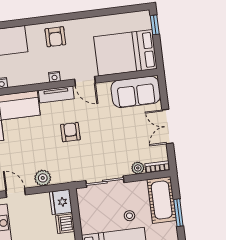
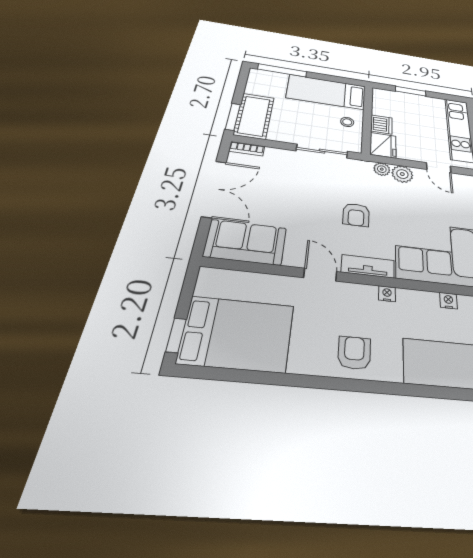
bed: (125, 53) -> (237, 334), moved
nightstand: (54, 77) -> (387, 294), moved
double door: (168, 126) -> (214, 189), width x1.37
plant: (138, 168) -> (382, 169), moved
window: (178, 213) -> (233, 117), moved
stool: (129, 216) -> (347, 122), moved

